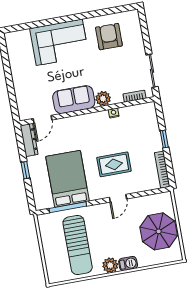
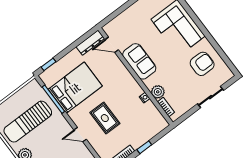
sliding door: (152, 71) -> (211, 97), moved
plant: (103, 99) -> (158, 92), moved
window: (25, 170) -> (49, 64), moved

